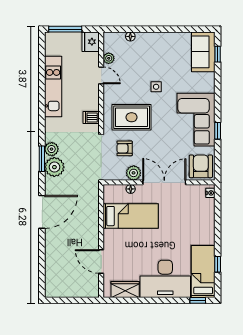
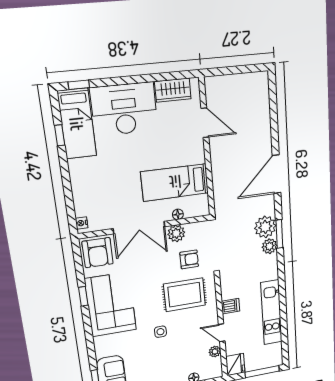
dishwasher: (91, 117) -> (230, 306), moved

